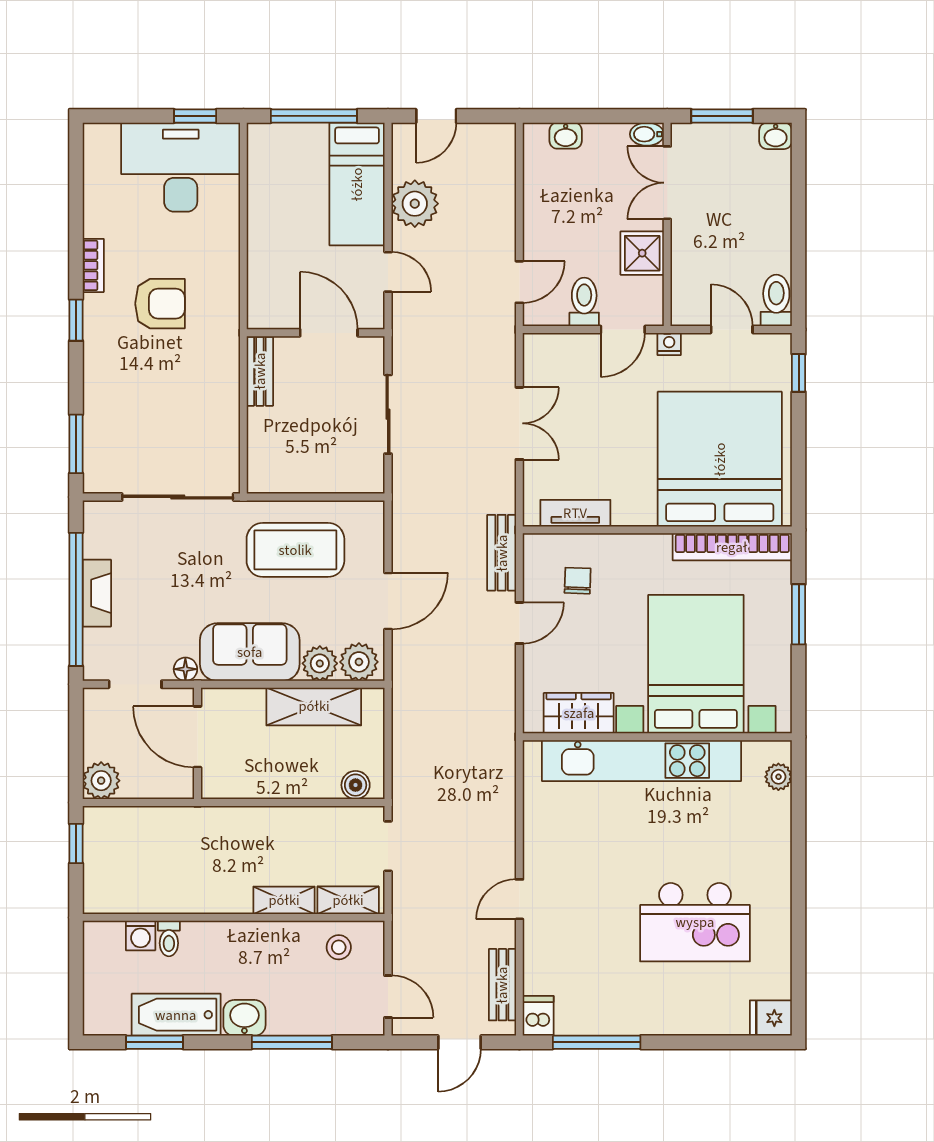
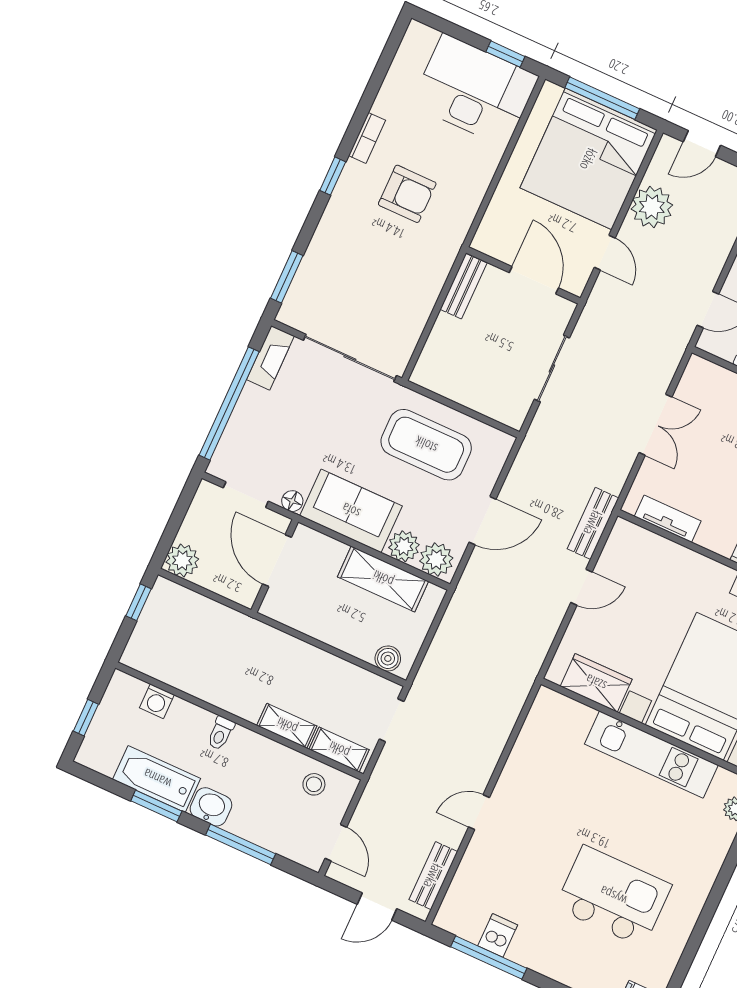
bed: (357, 184) -> (589, 159), width x2.04
chair: (578, 581) -> (644, 575), removed
fireplace: (97, 593) -> (270, 358), moved
kitchen unit: (641, 761) -> (651, 755), width x0.73
kitchen island: (695, 922) -> (613, 896), turned 180
toilet: (169, 938) -> (221, 733), moved
window: (76, 985) -> (86, 718), added
dishwasher: (538, 1016) -> (498, 935), moved
window: (154, 1042) -> (156, 806), moved

